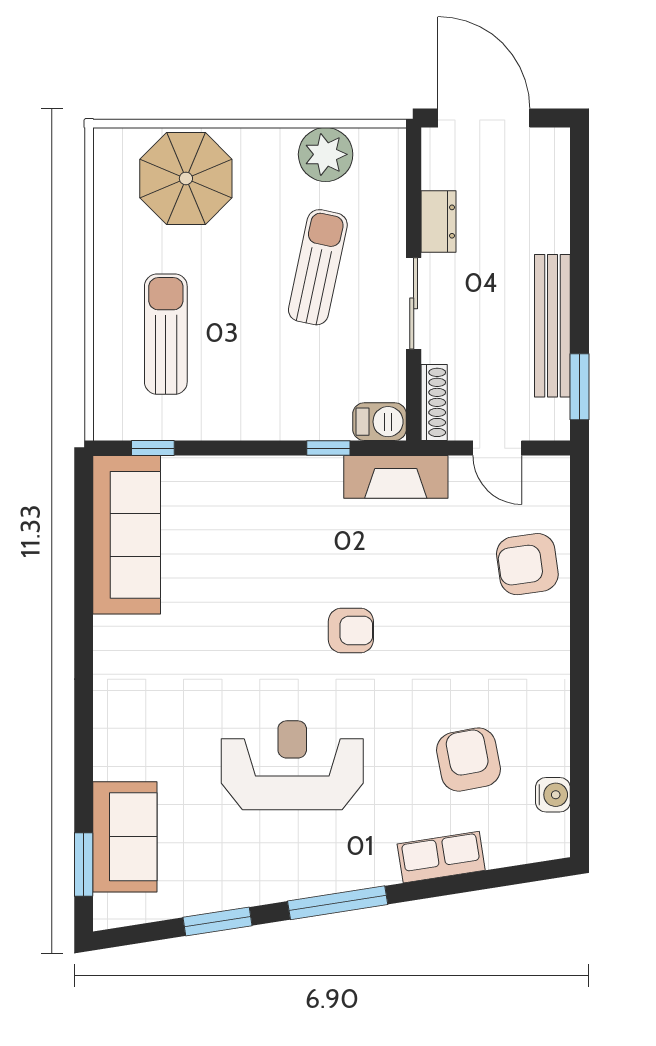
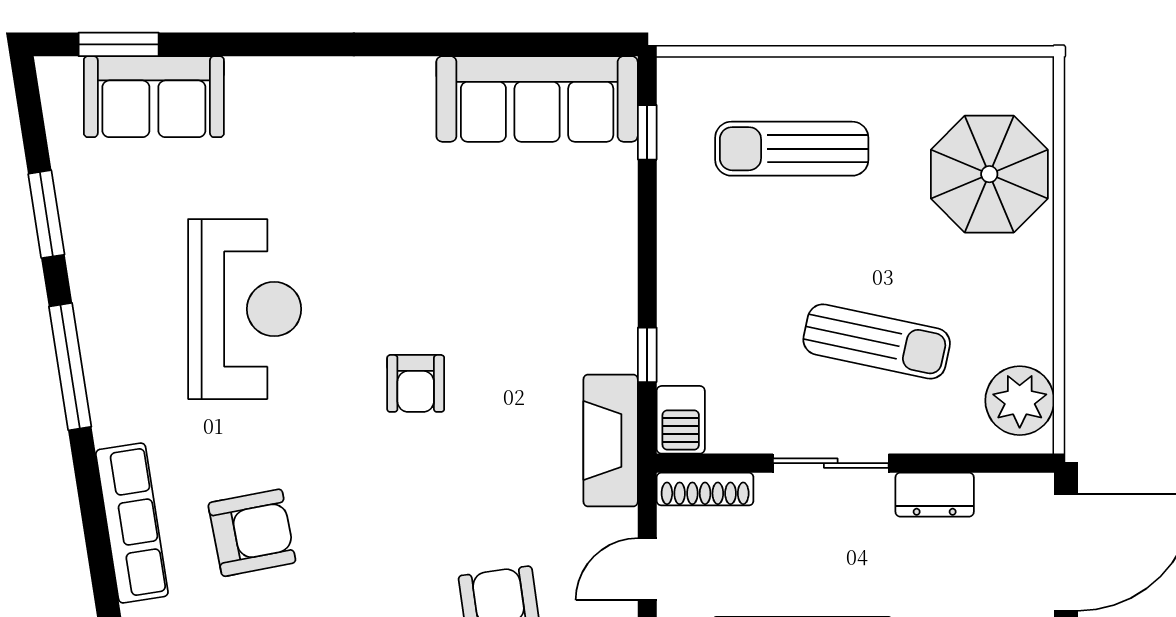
plant: (326, 154) -> (1020, 401), moved
sun lounger: (166, 334) -> (792, 149), turned 180
row of seats: (441, 857) -> (132, 523), width x1.48

